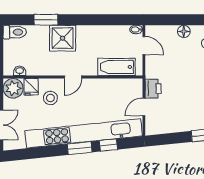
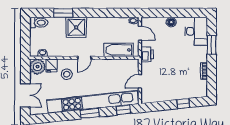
printer: (153, 89) -> (147, 54), moved
window: (108, 145) -> (123, 110), moved

